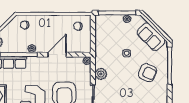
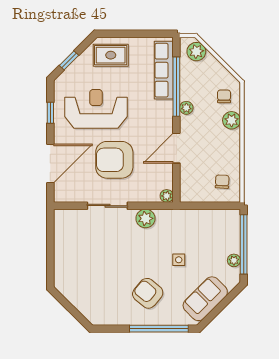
plant: (40, 20) -> (232, 120), added
door: (57, 55) -> (176, 148), swing flipped
armchair: (148, 73) -> (148, 293), turned 106

